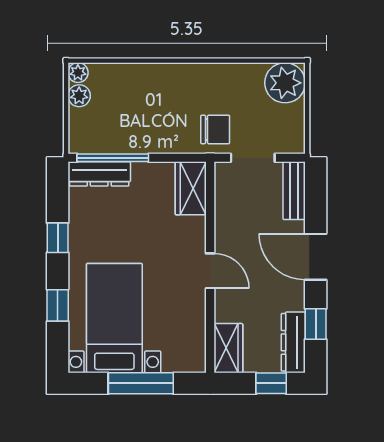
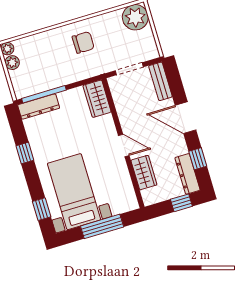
chair: (215, 129) -> (83, 42), moved
window: (58, 305) -> (42, 209), moved
wardrobe: (228, 348) -> (144, 173), moved

